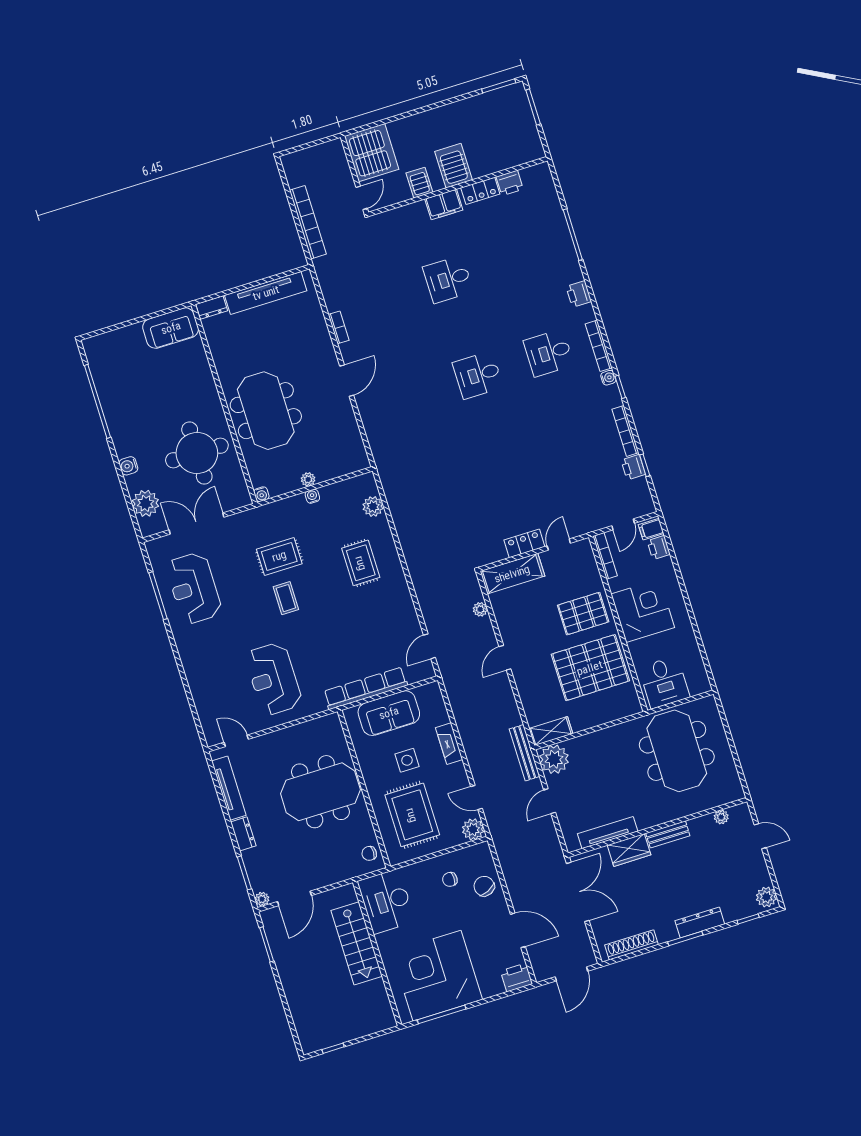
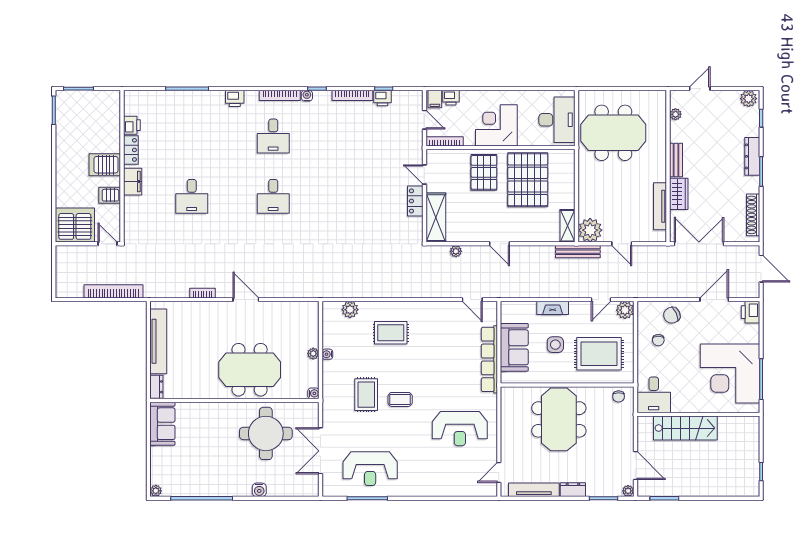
plant: (145, 503) -> (156, 491), moved, width x0.53, depth x0.53
desk: (664, 682) -> (557, 120), width x1.37
desk: (386, 901) -> (654, 395), width x0.73

